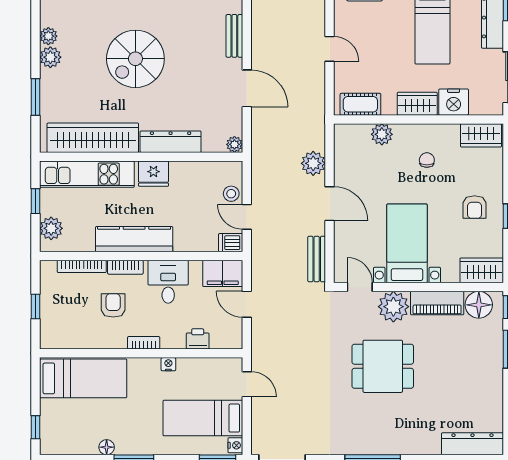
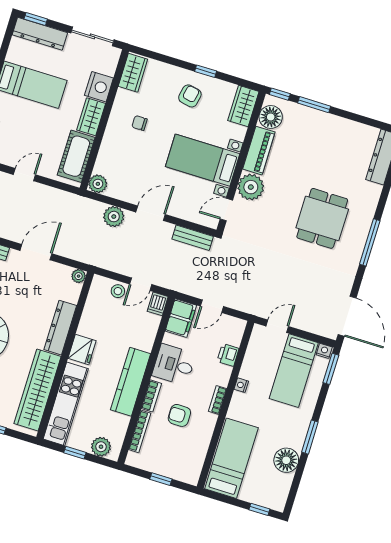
cot: (360, 104) -> (76, 156), width x1.37, depth x1.34
plant: (382, 134) -> (98, 184), moved
armchair: (475, 207) -> (190, 96), turned -79
dining table: (383, 366) -> (322, 218), moved
floor lamp: (107, 447) -> (286, 460), width x1.89, depth x1.89

